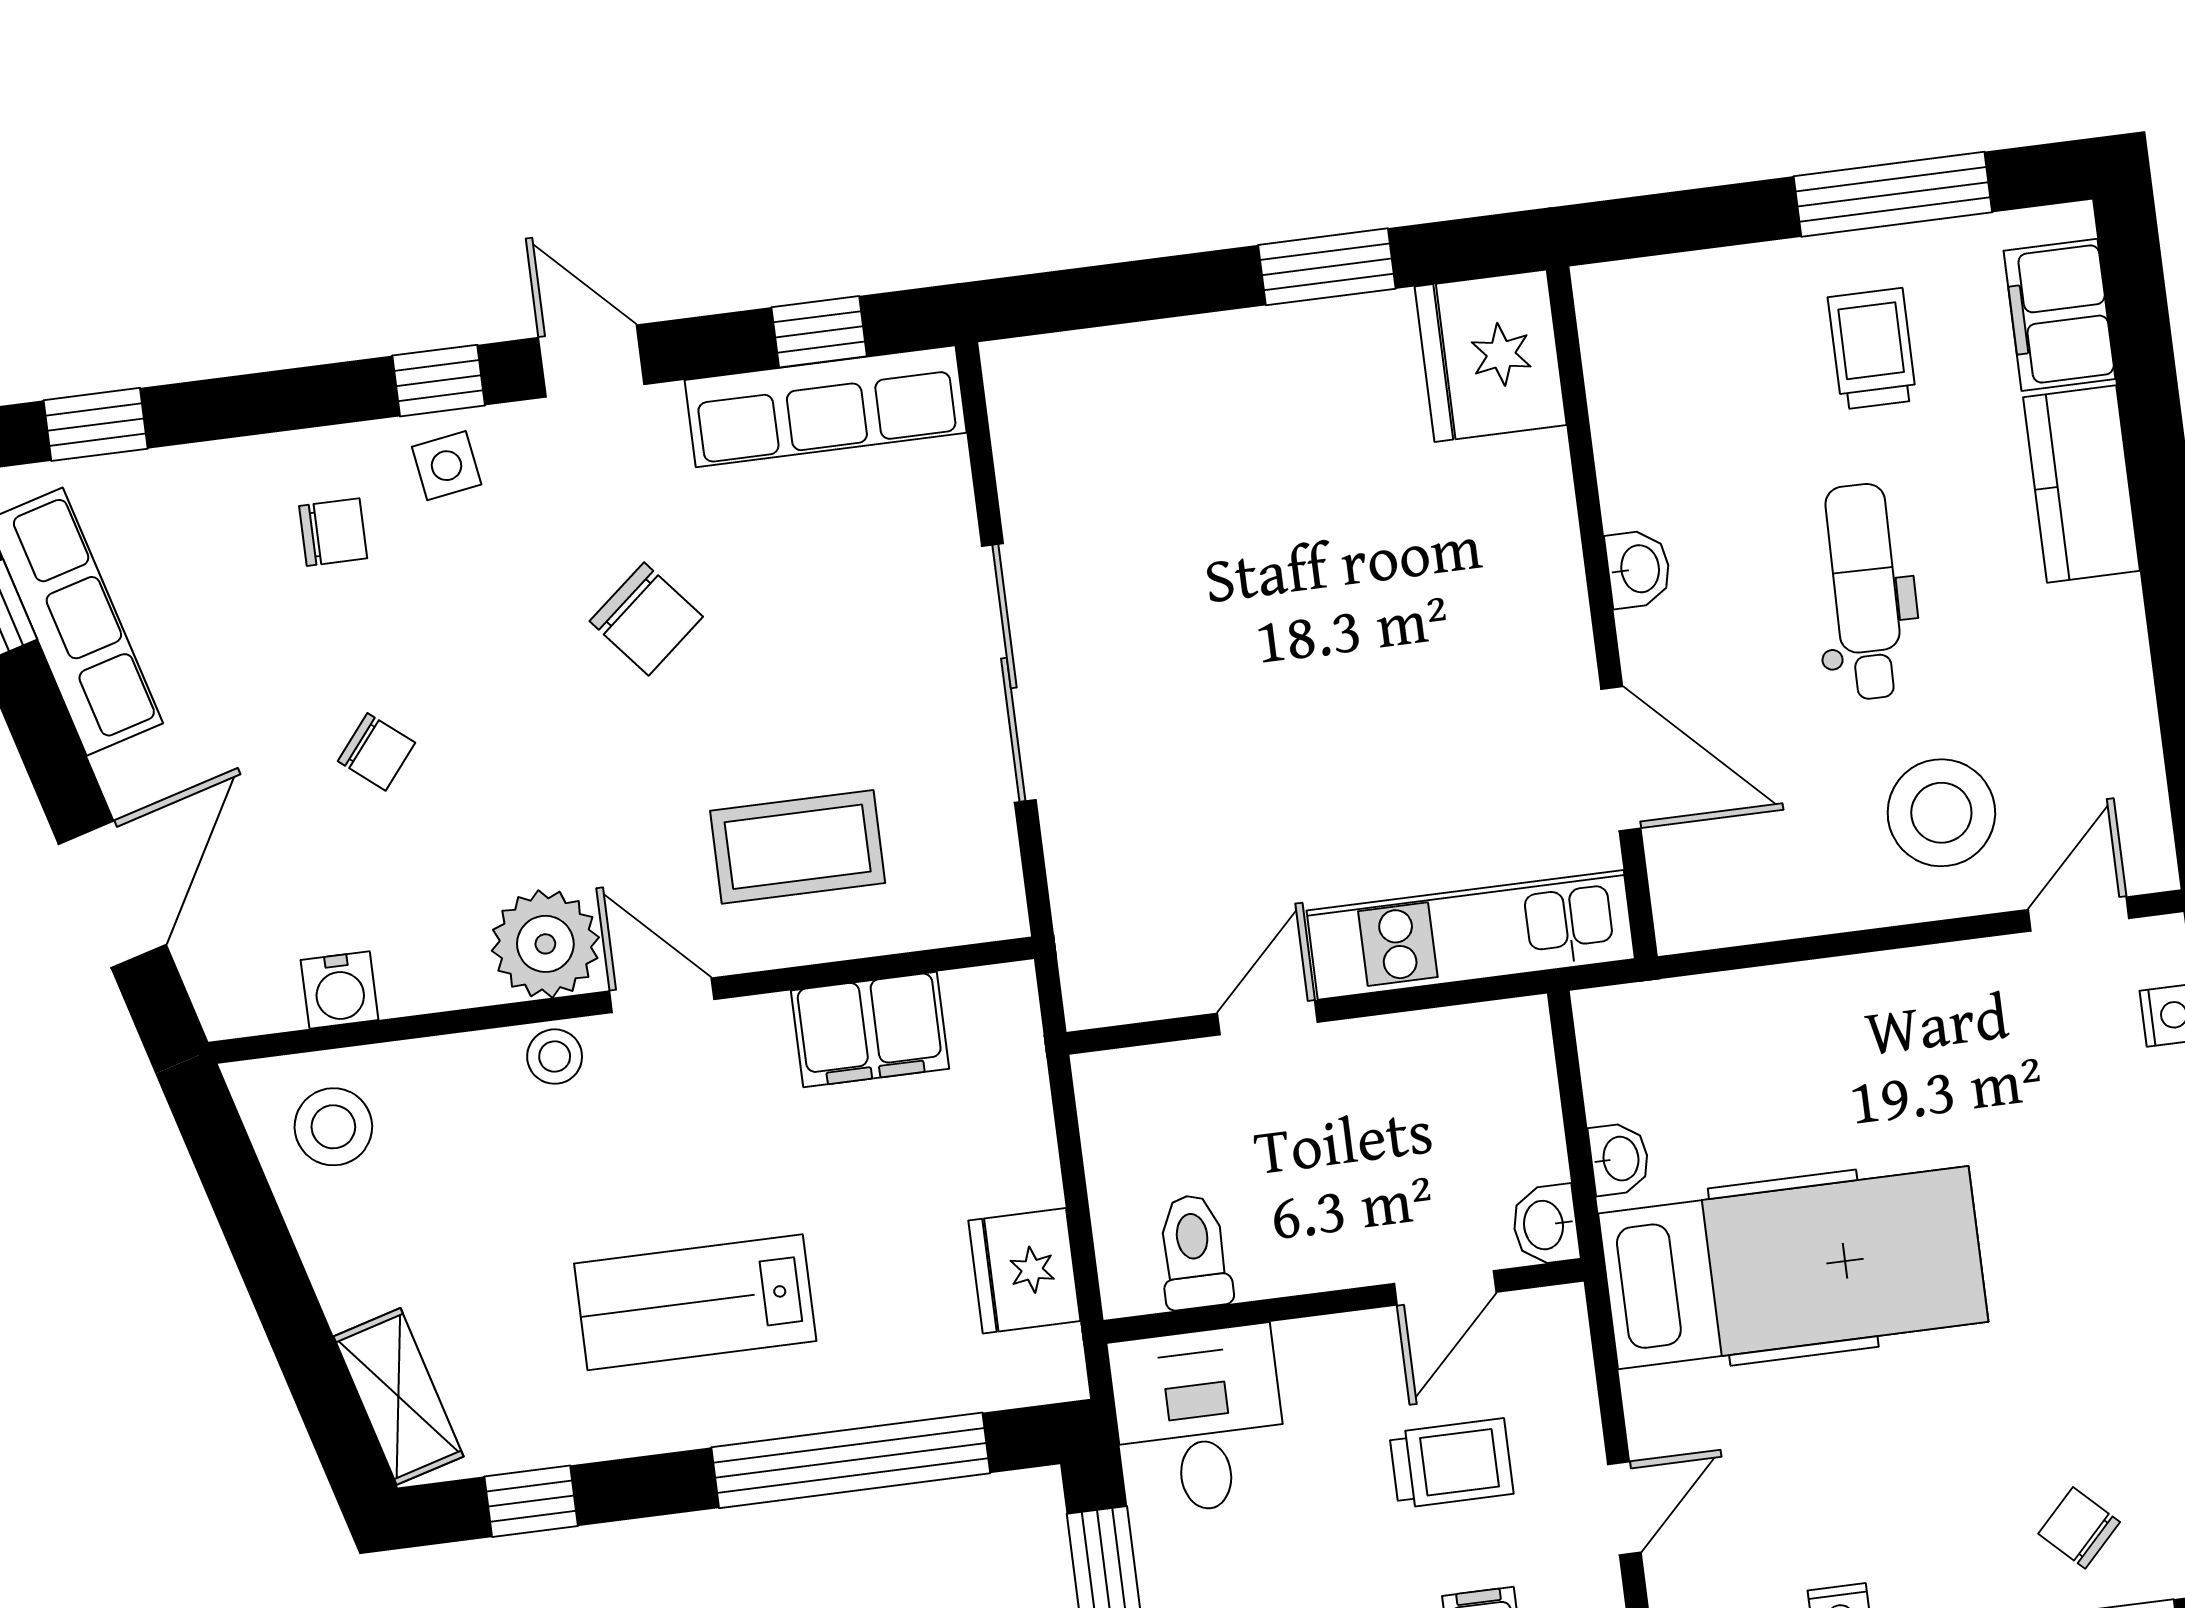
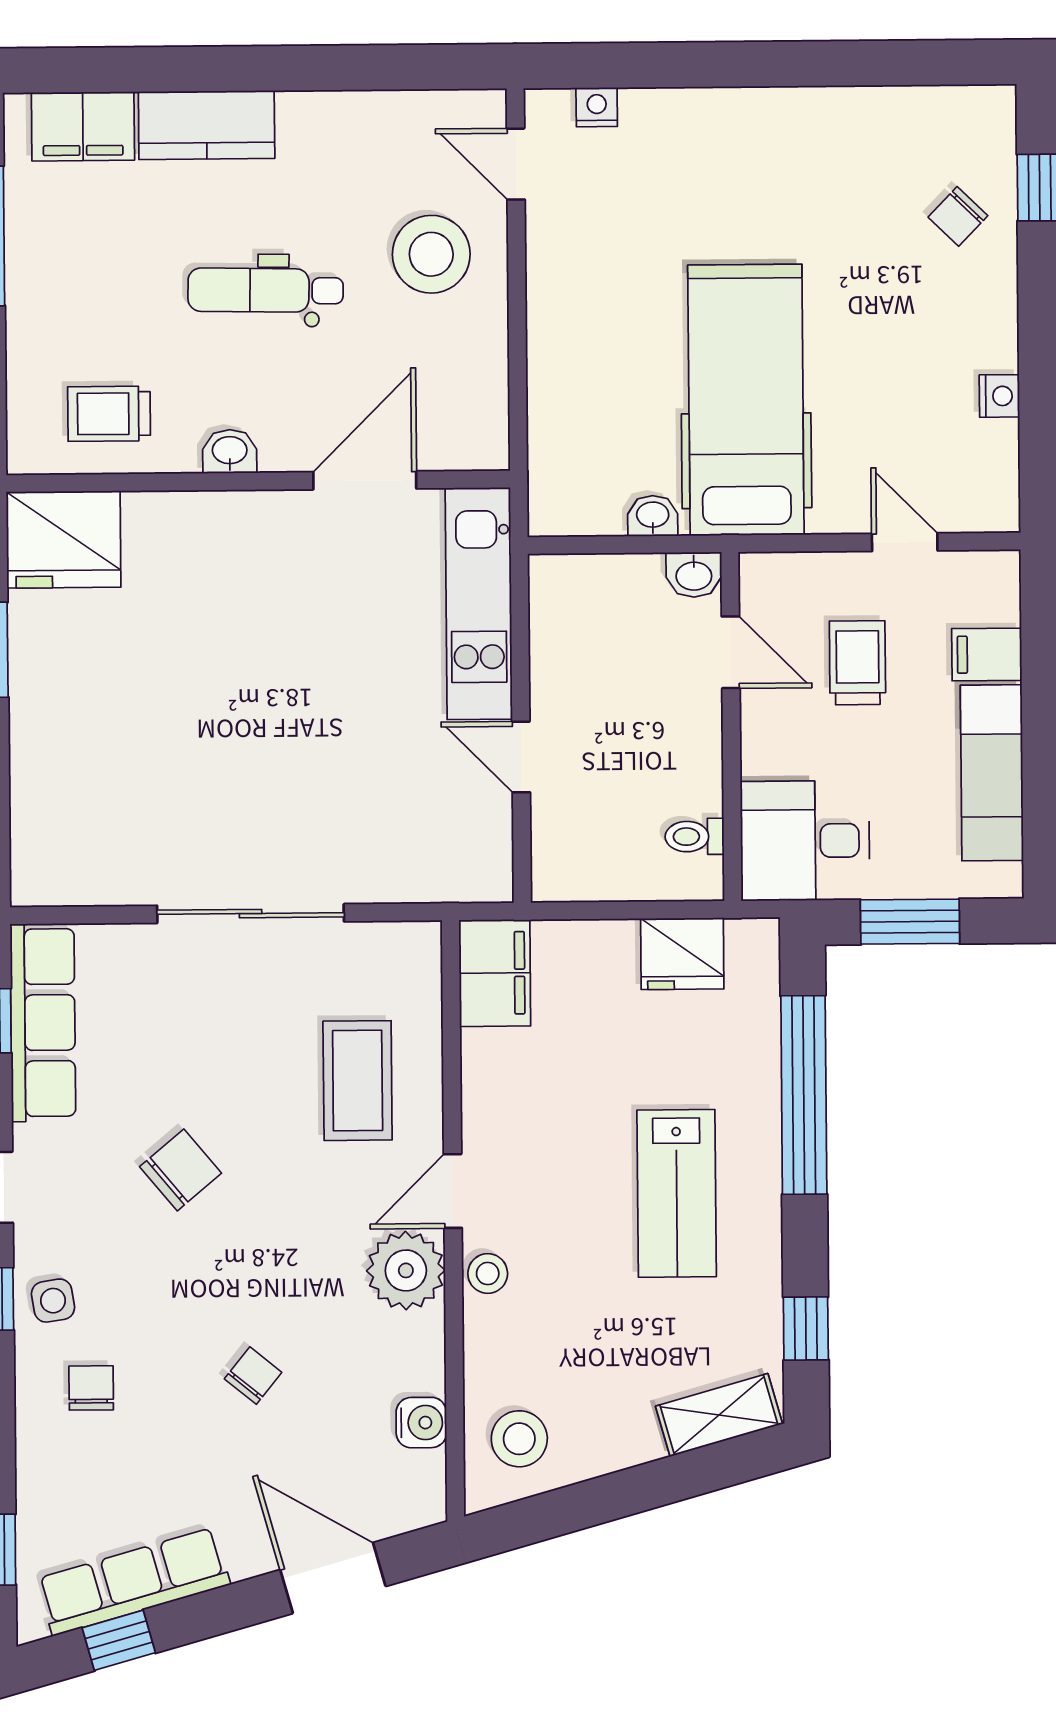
trolley: (1872, 349) -> (109, 414), moved
filing cabinet: (870, 1030) -> (495, 973), moved
toilet: (1194, 1252) -> (695, 837), width x0.73, depth x0.72

